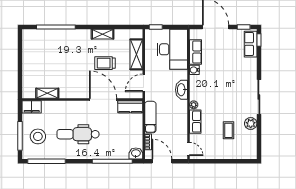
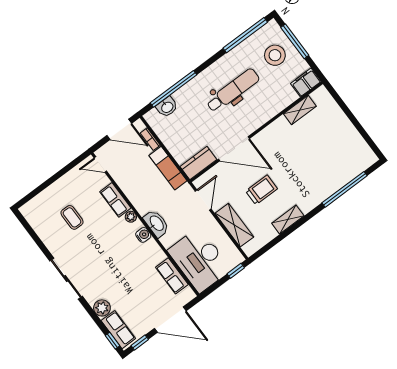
water cooler: (194, 70) -> (143, 235), moved
plant: (251, 124) -> (102, 308), moved
washbasin: (136, 153) -> (167, 107), moved

